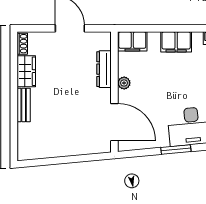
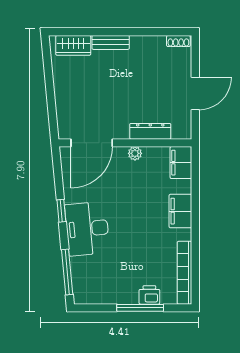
wardrobe: (26, 71) -> (73, 45), moved
window: (176, 150) -> (61, 211), width x0.67

